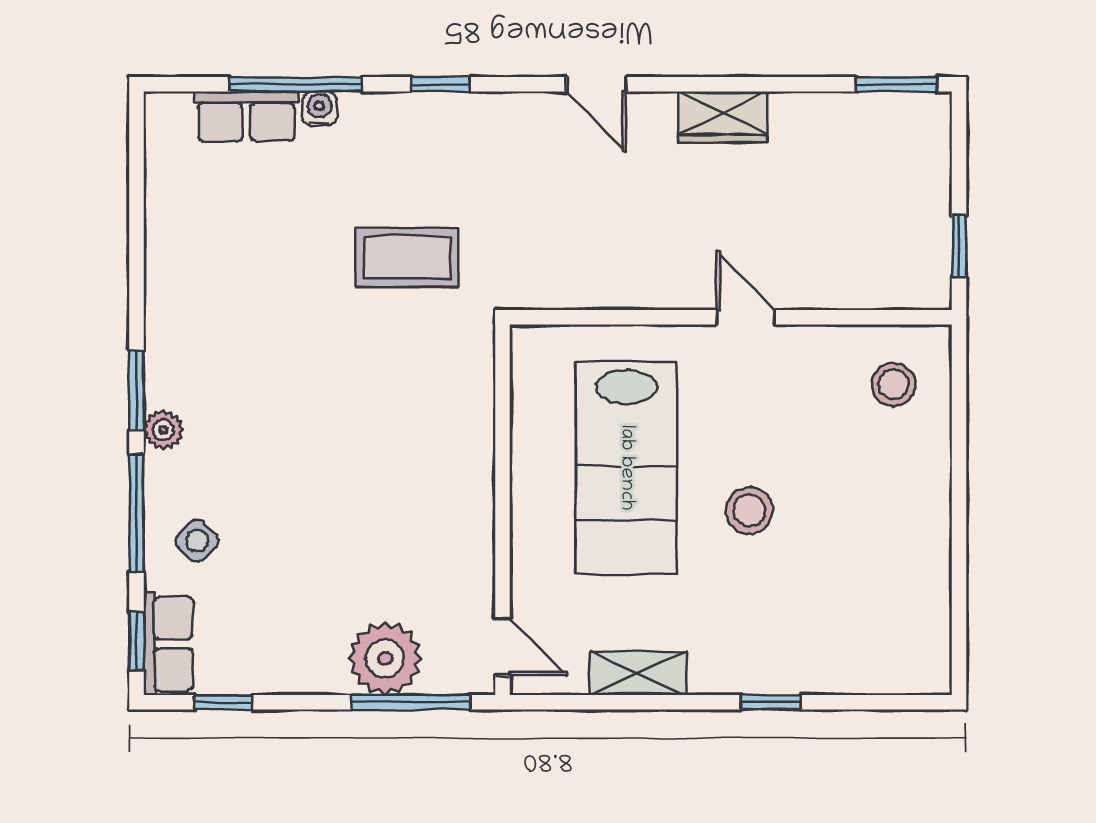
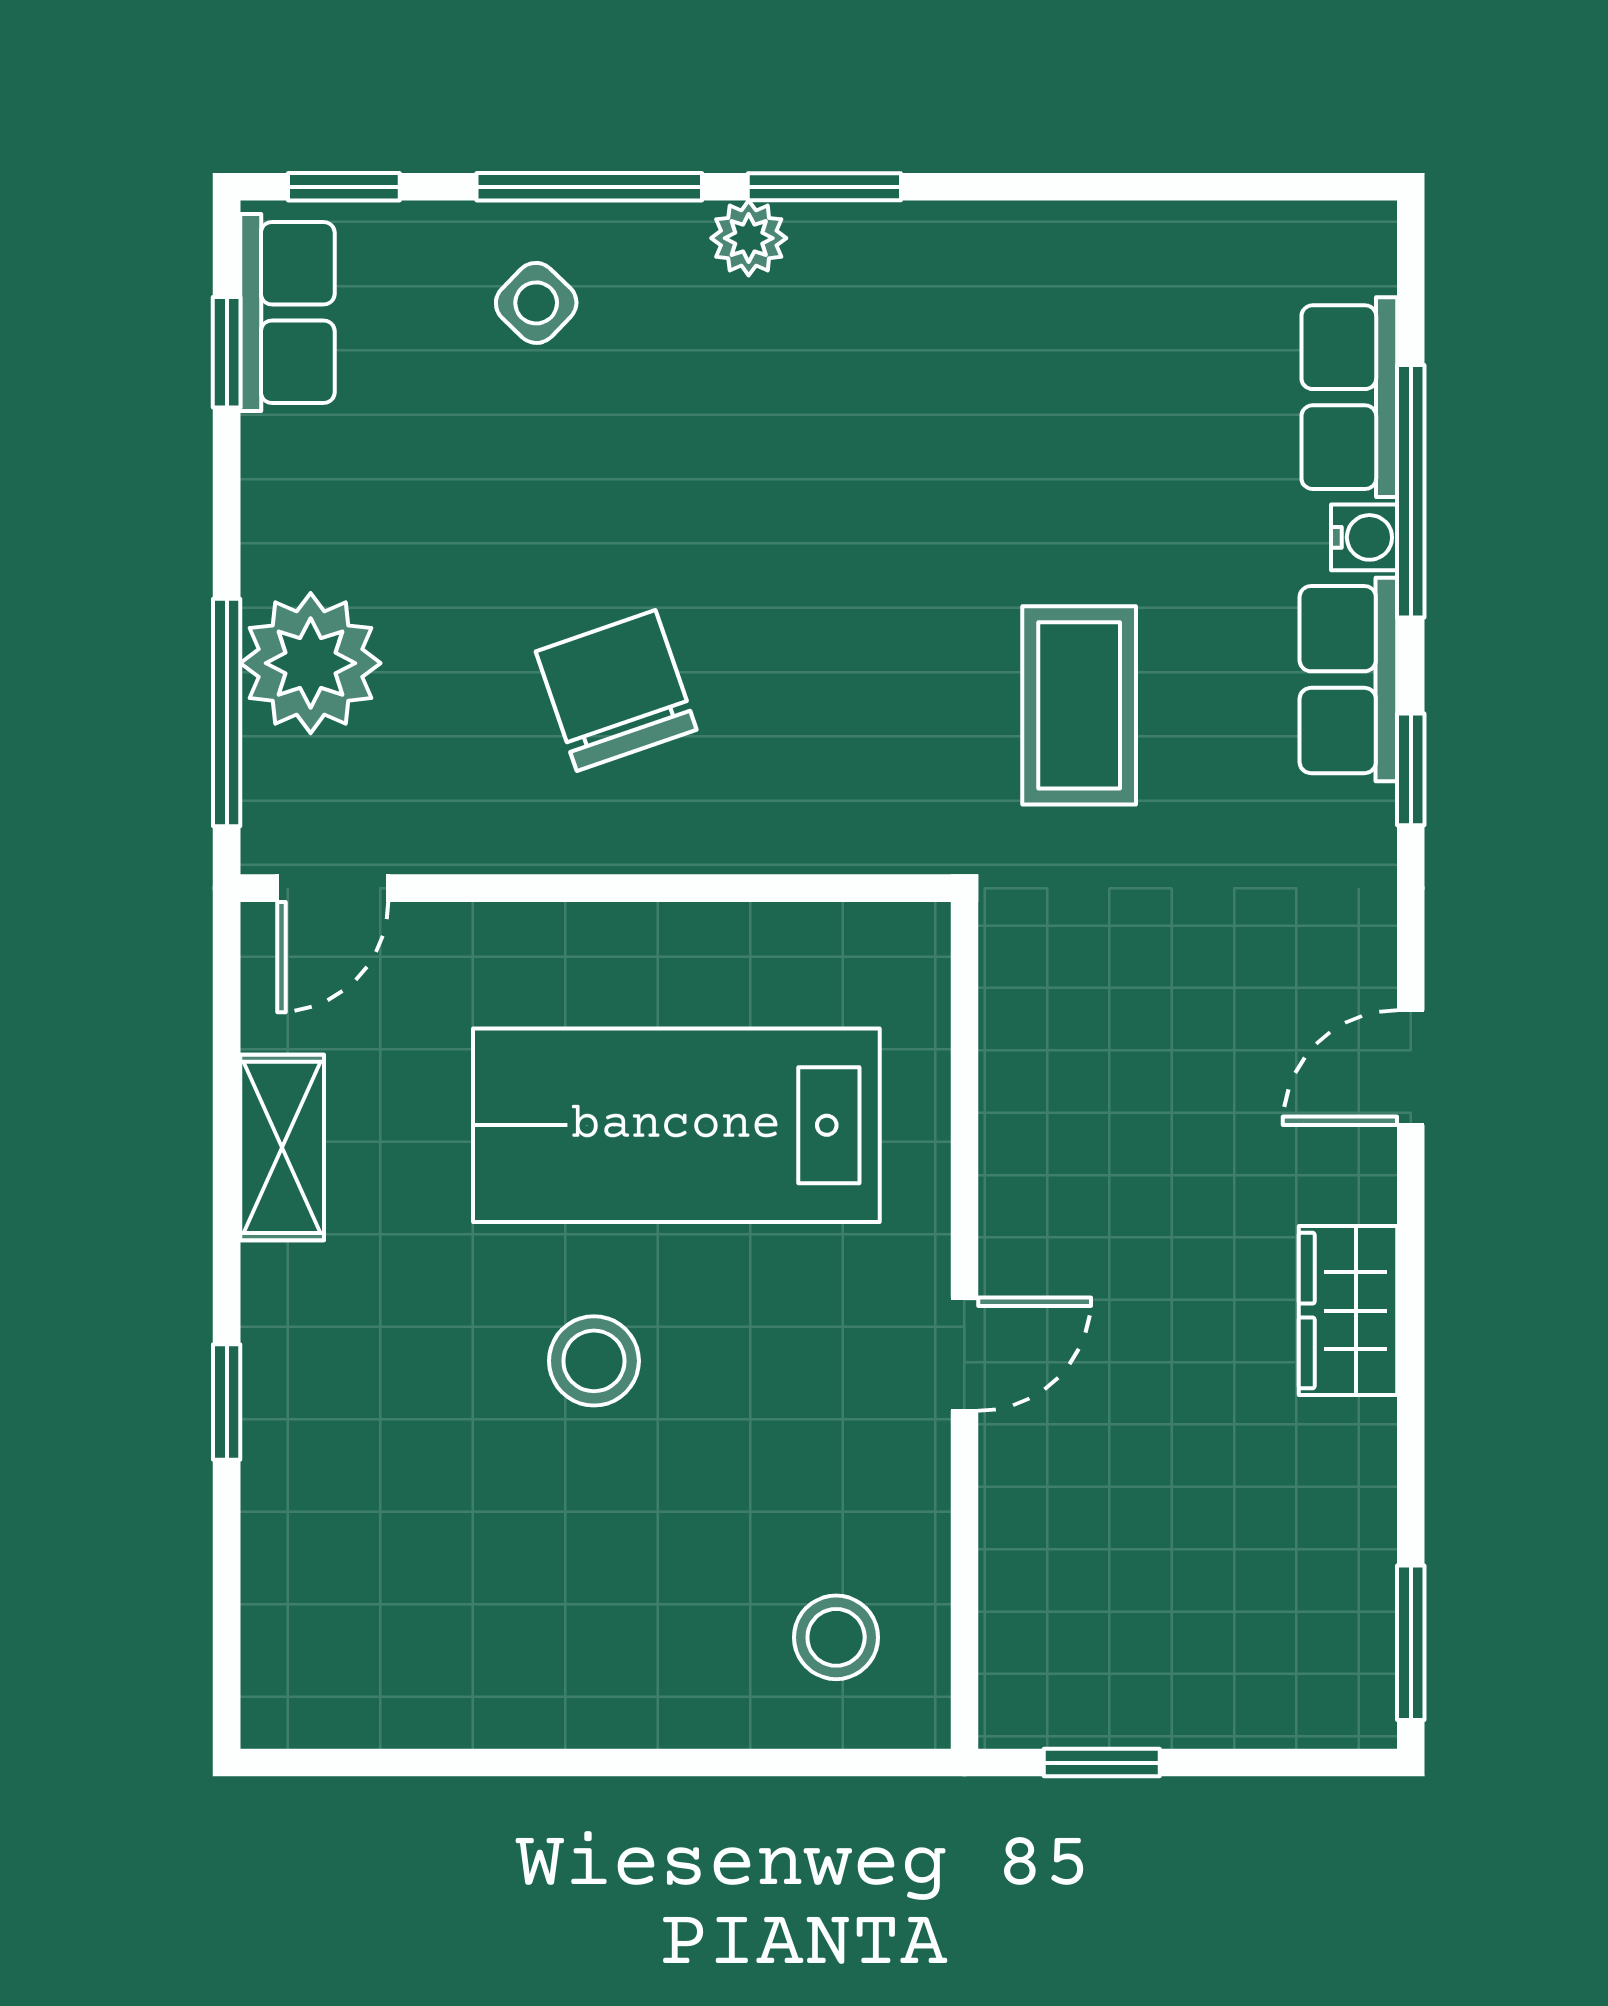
row of seats: (394, 117) -> (1348, 680), added
chair: (399, 499) -> (616, 691), added
row of seats: (168, 644) -> (287, 313), moved, turned -90

